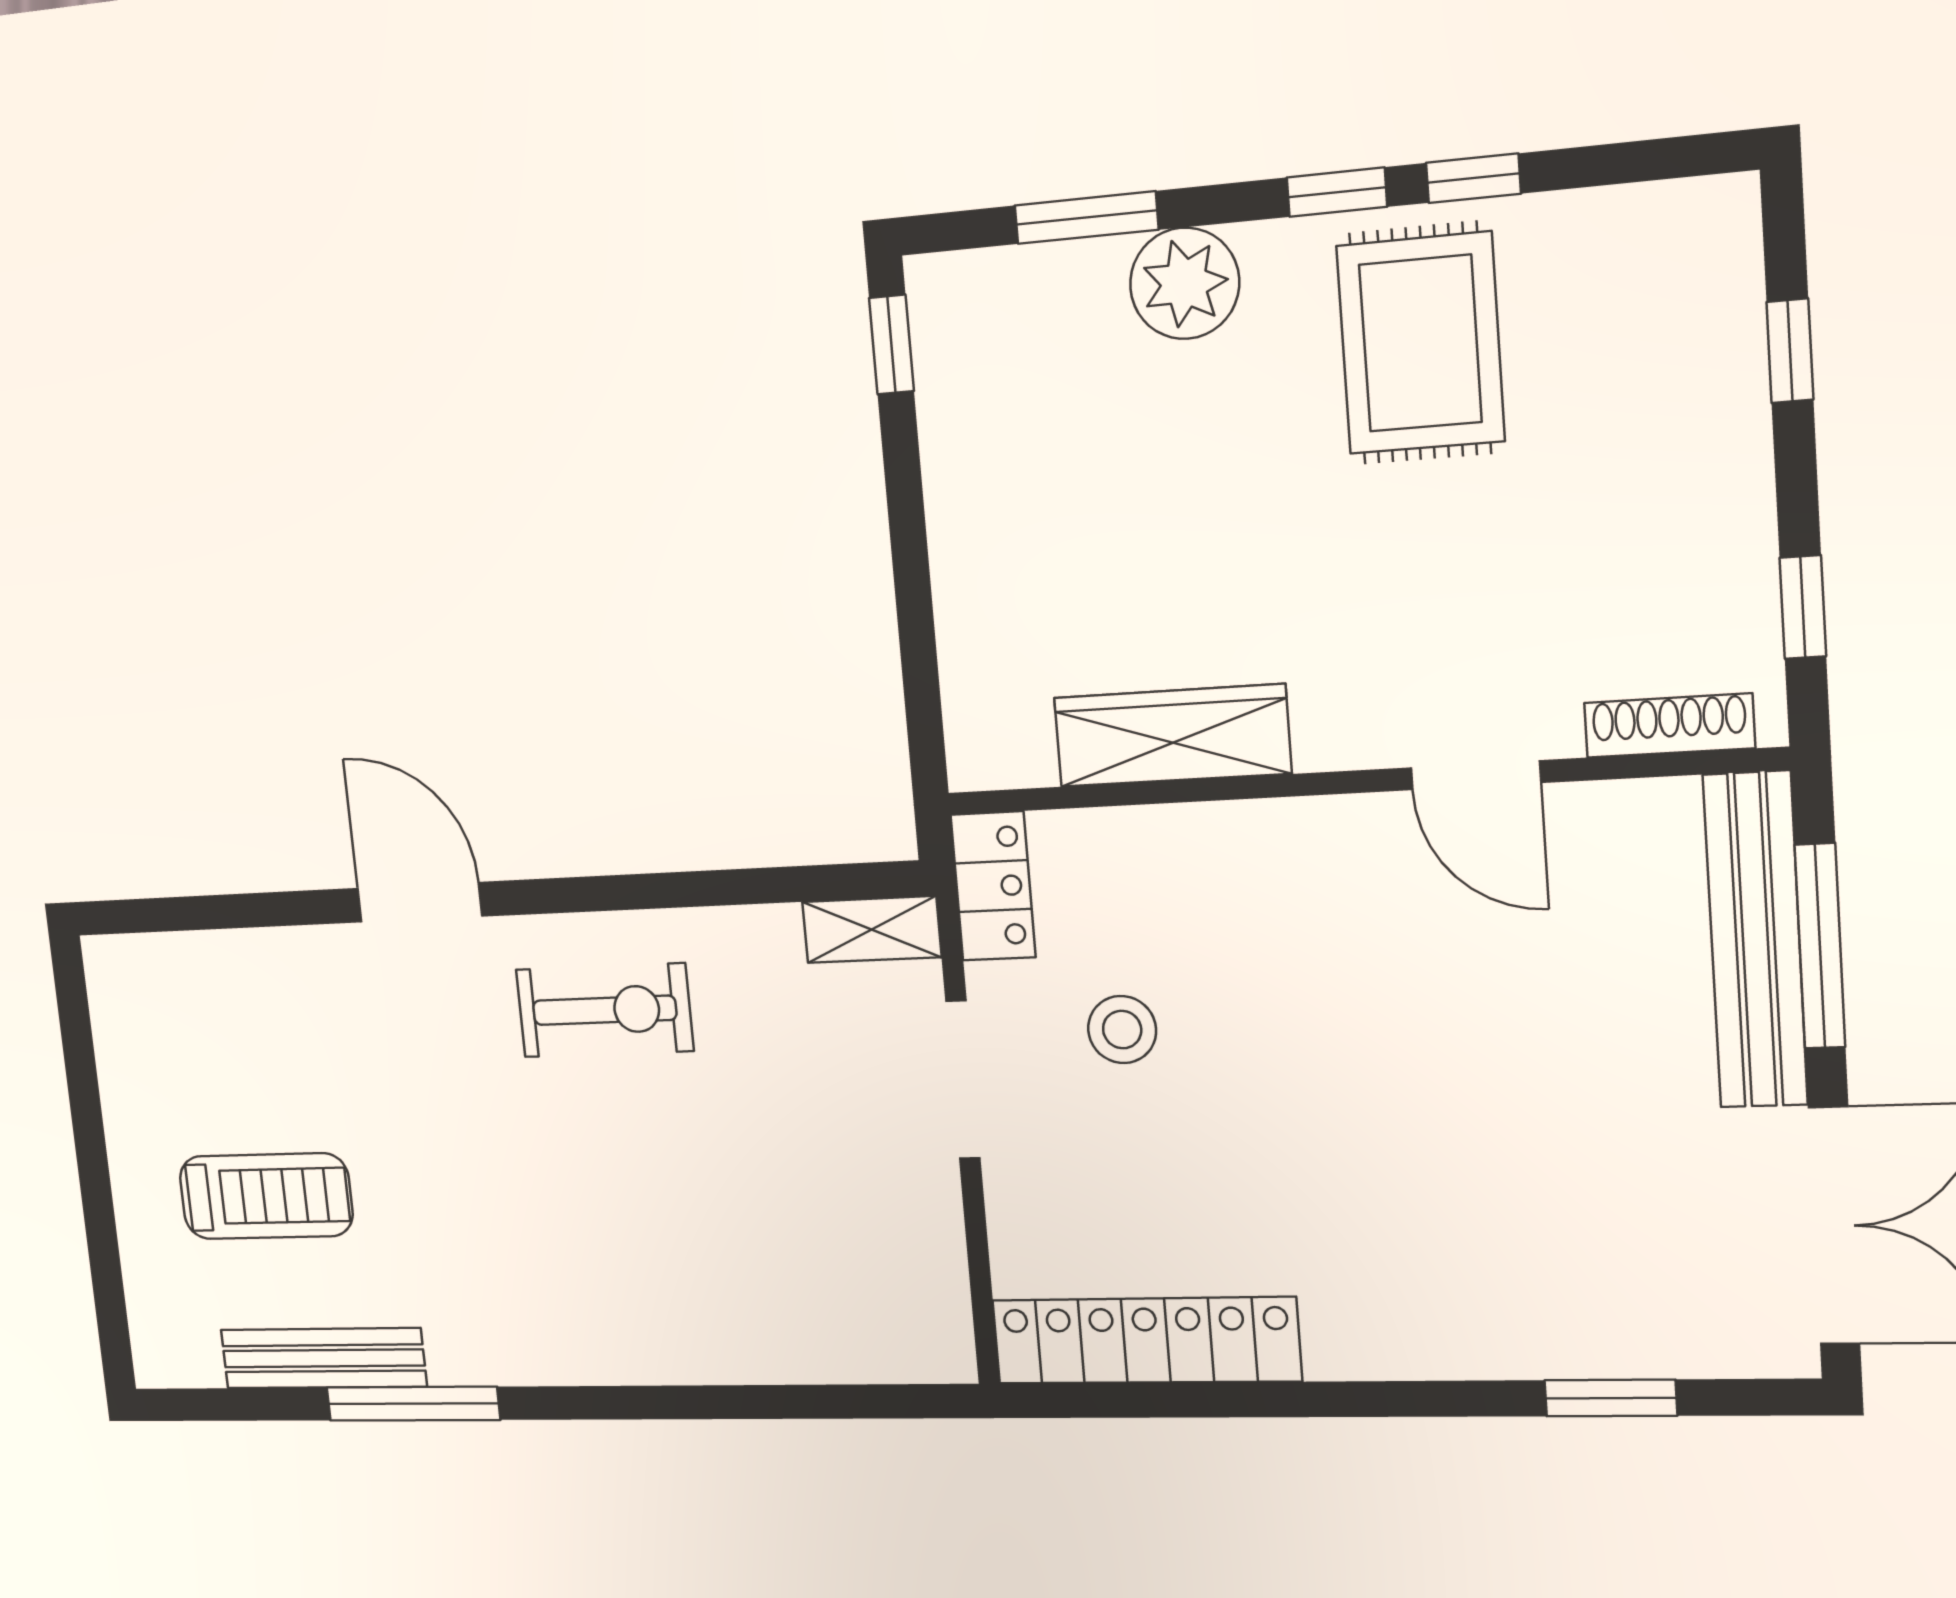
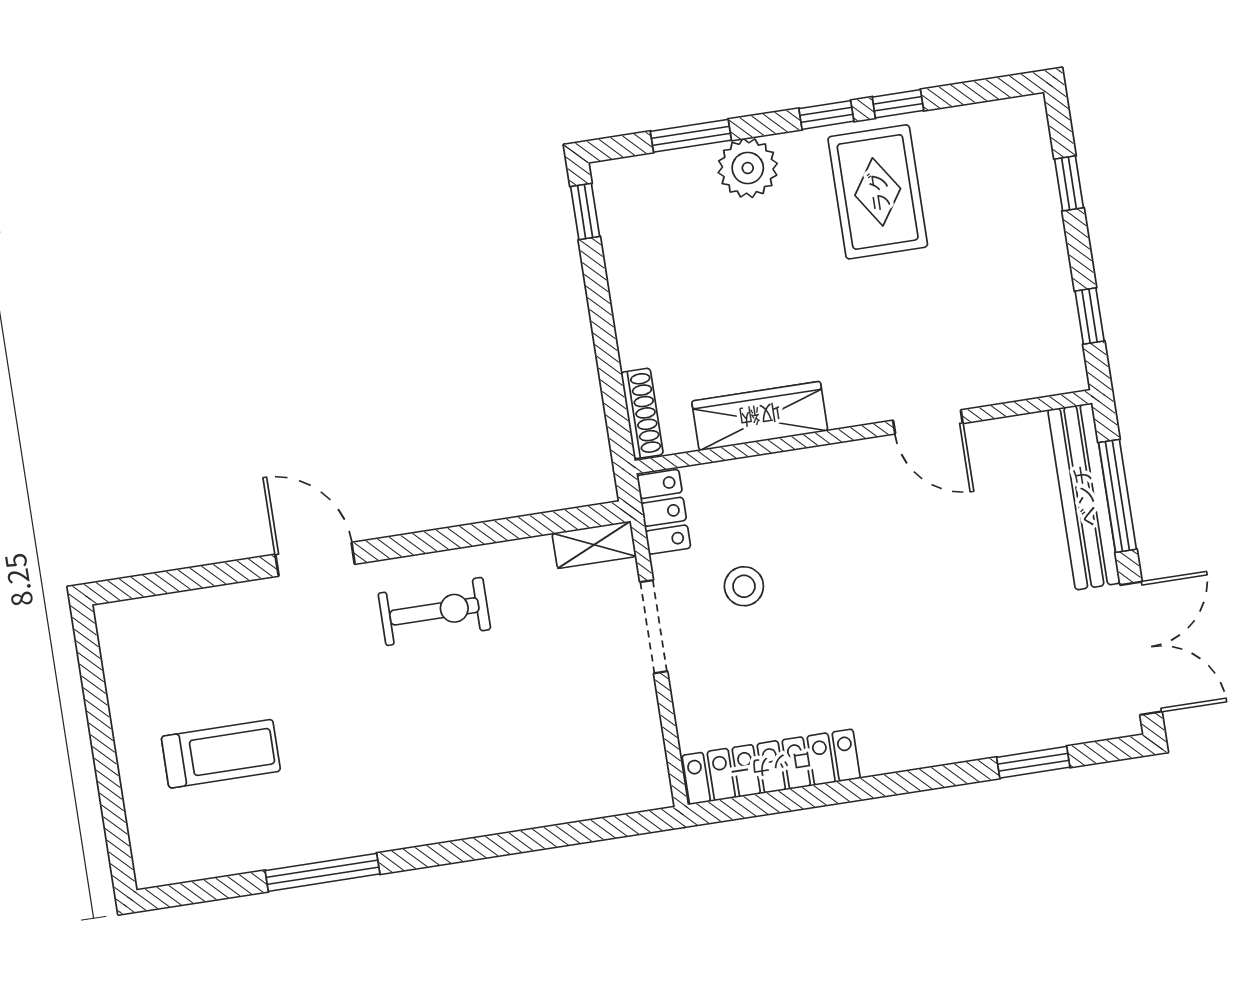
shoe rack: (1669, 725) -> (642, 413), moved, turned 90
bench: (323, 1358) -> (262, 852), removed

